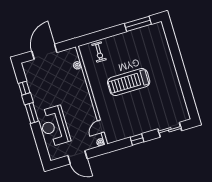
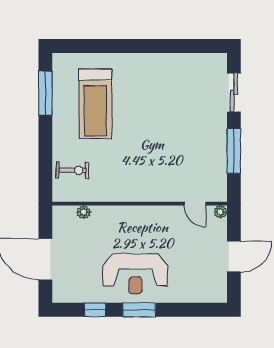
treadmill: (129, 82) -> (95, 104), moved
reception desk: (54, 126) -> (135, 274), moved
window: (137, 140) -> (234, 151), width x2.17

